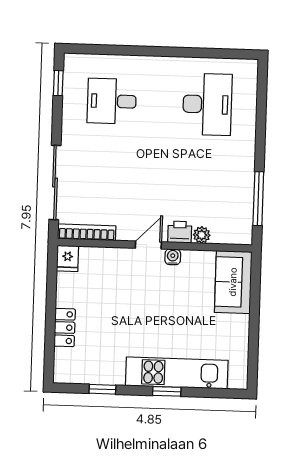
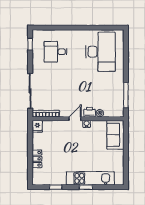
desk: (207, 104) -> (100, 52), width x1.36, depth x1.30

